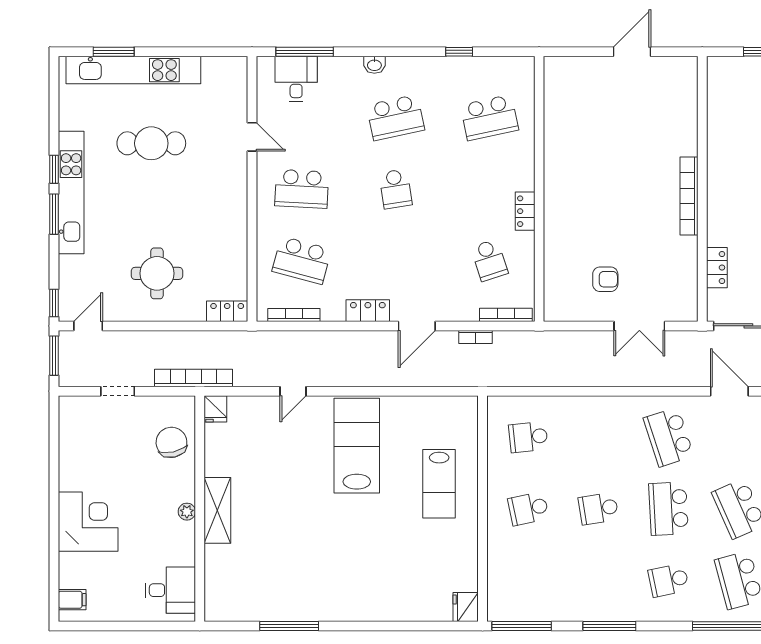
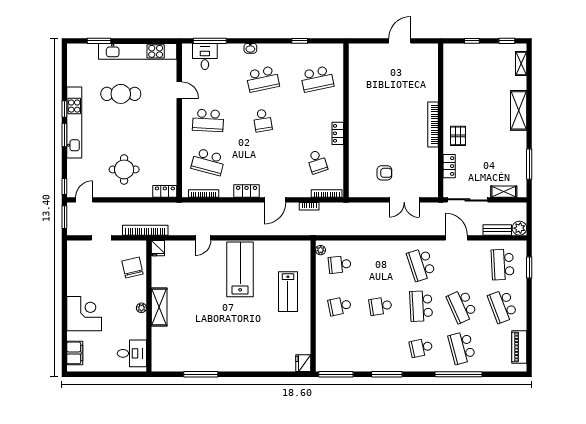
kitchen unit: (133, 70) -> (138, 51), moved
pallet: (732, 216) -> (458, 136), added
plant: (495, 412) -> (321, 250), added
filing cabinet: (72, 600) -> (75, 353), width x2.00

